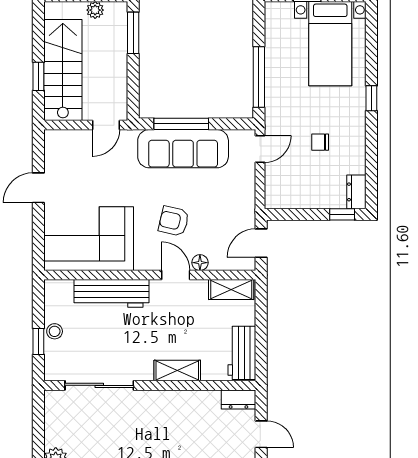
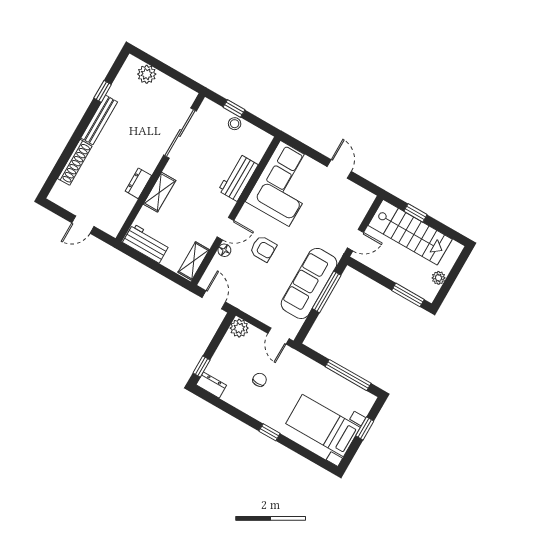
window: (259, 77) -> (348, 375), moved
door: (106, 125) -> (356, 240), swing flipped
plant: (276, 197) -> (239, 328), added
armchair: (174, 221) -> (263, 249), turned 77
workbench: (112, 293) -> (238, 178), width x0.73
dresser: (239, 399) -> (138, 183), moved

